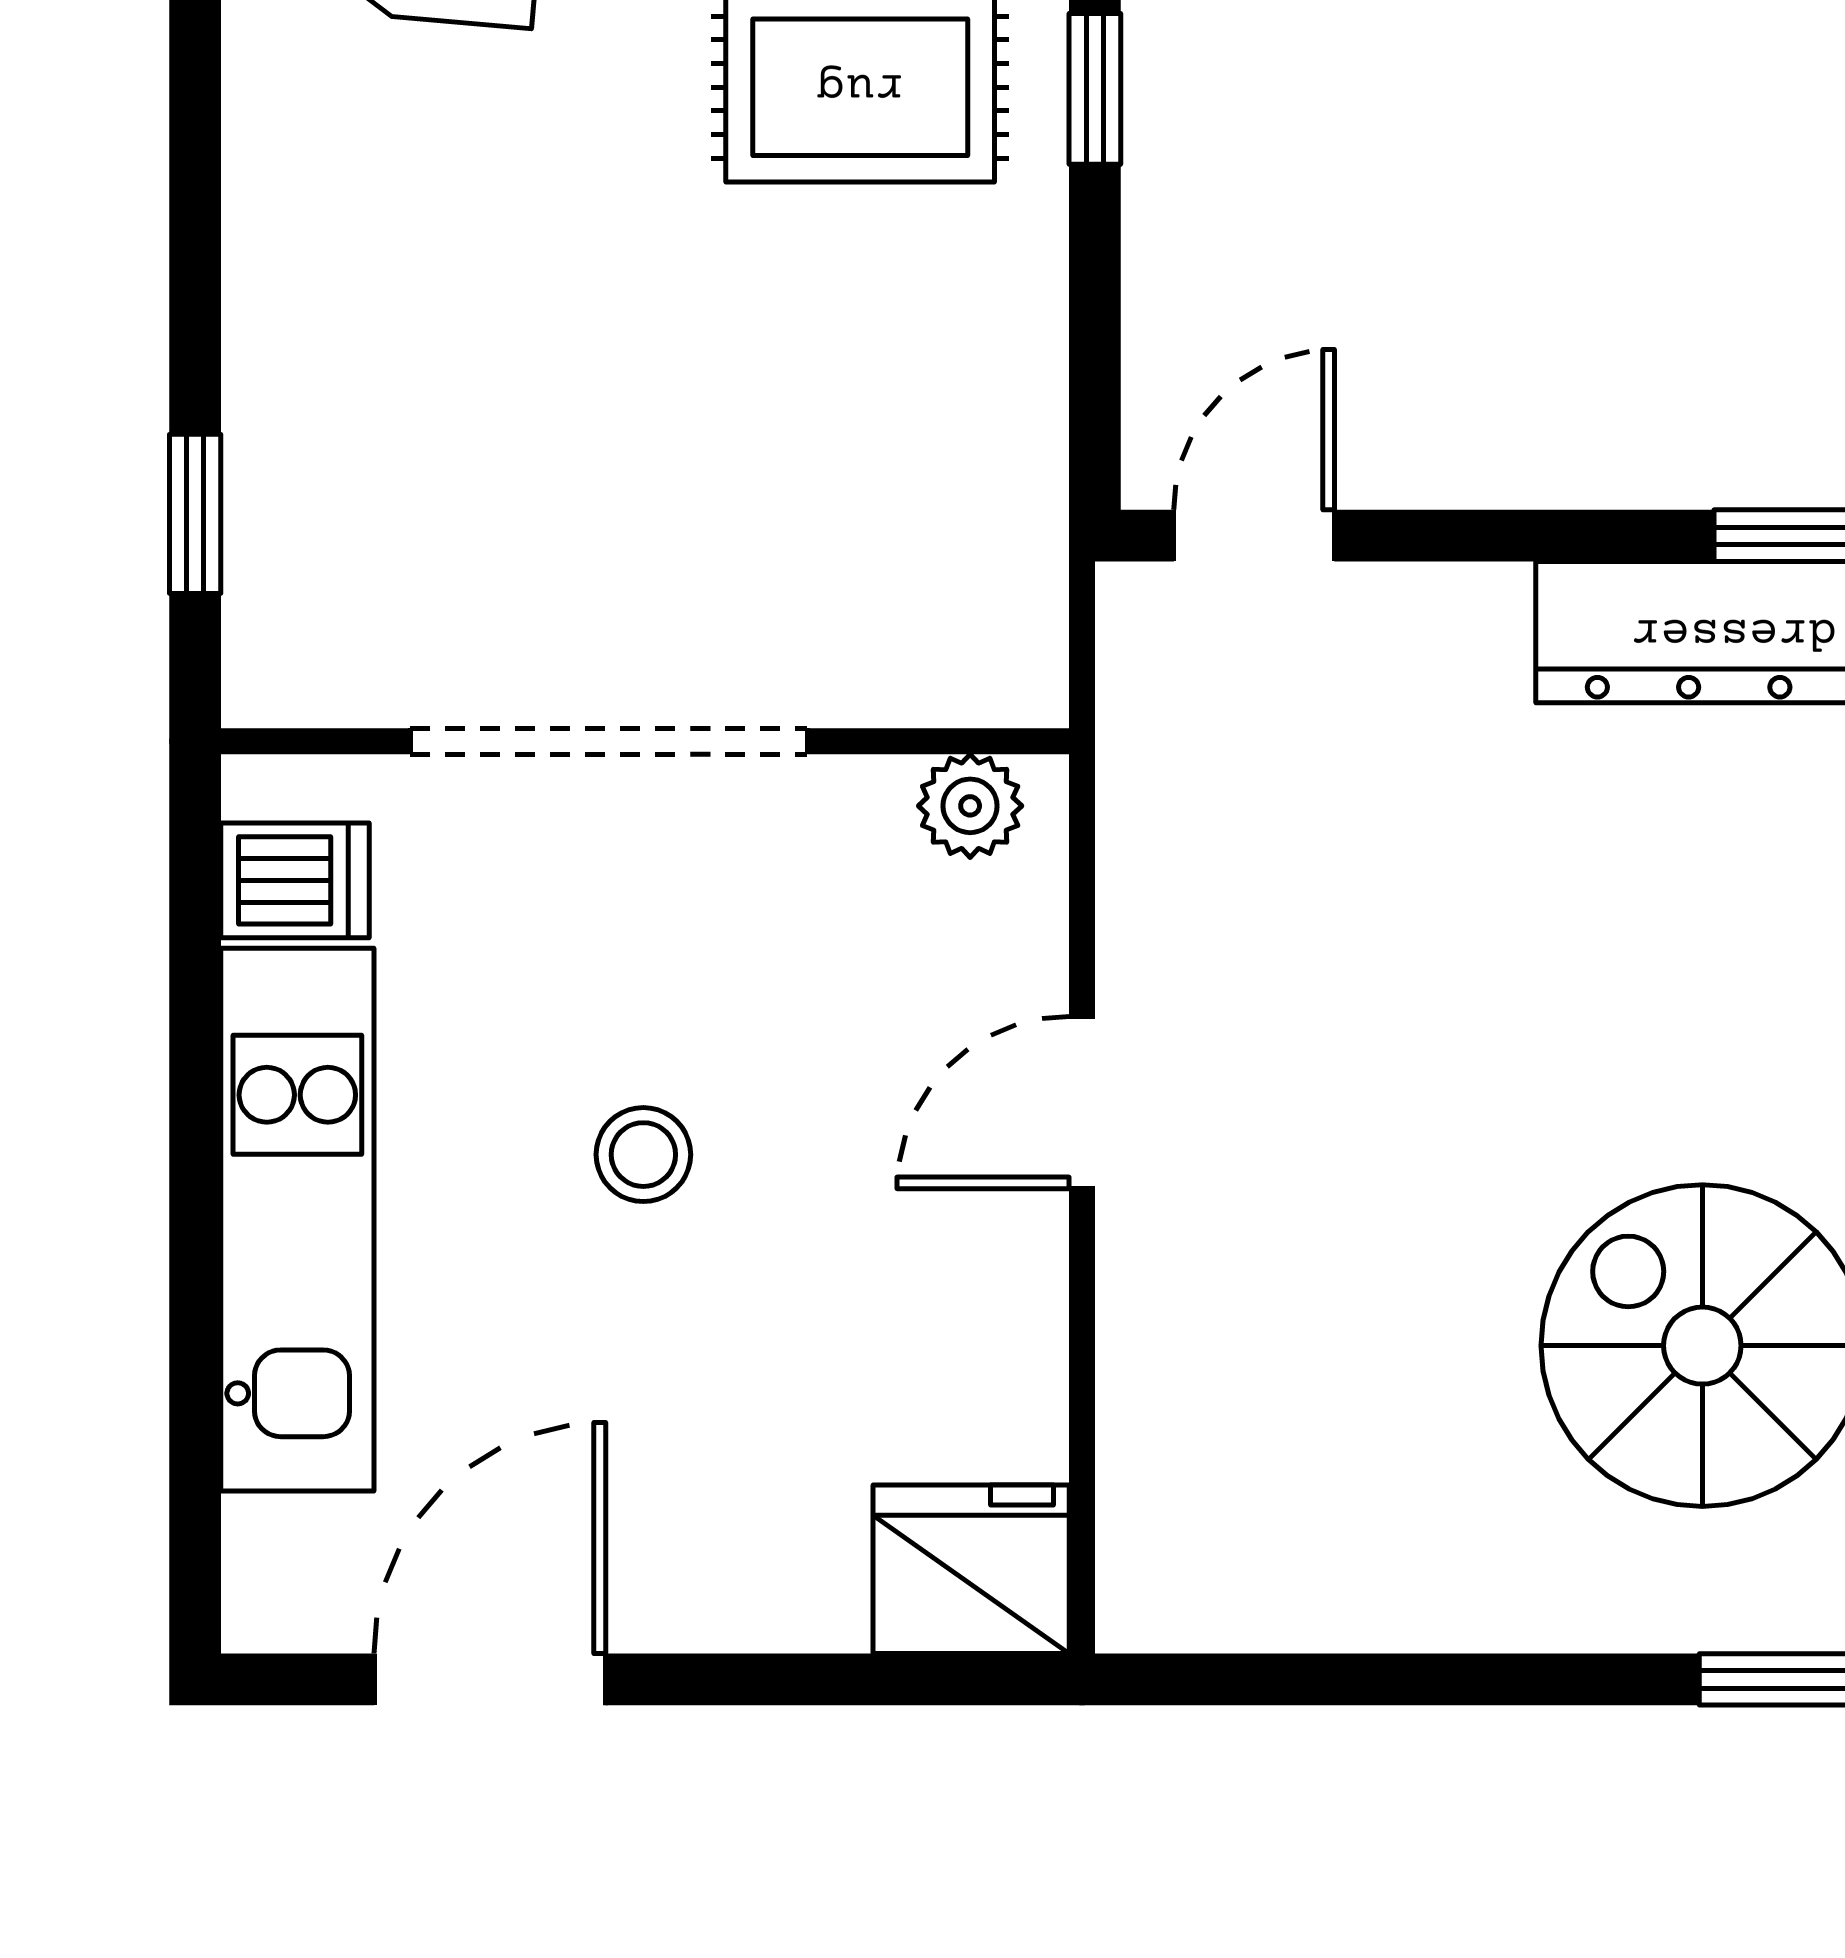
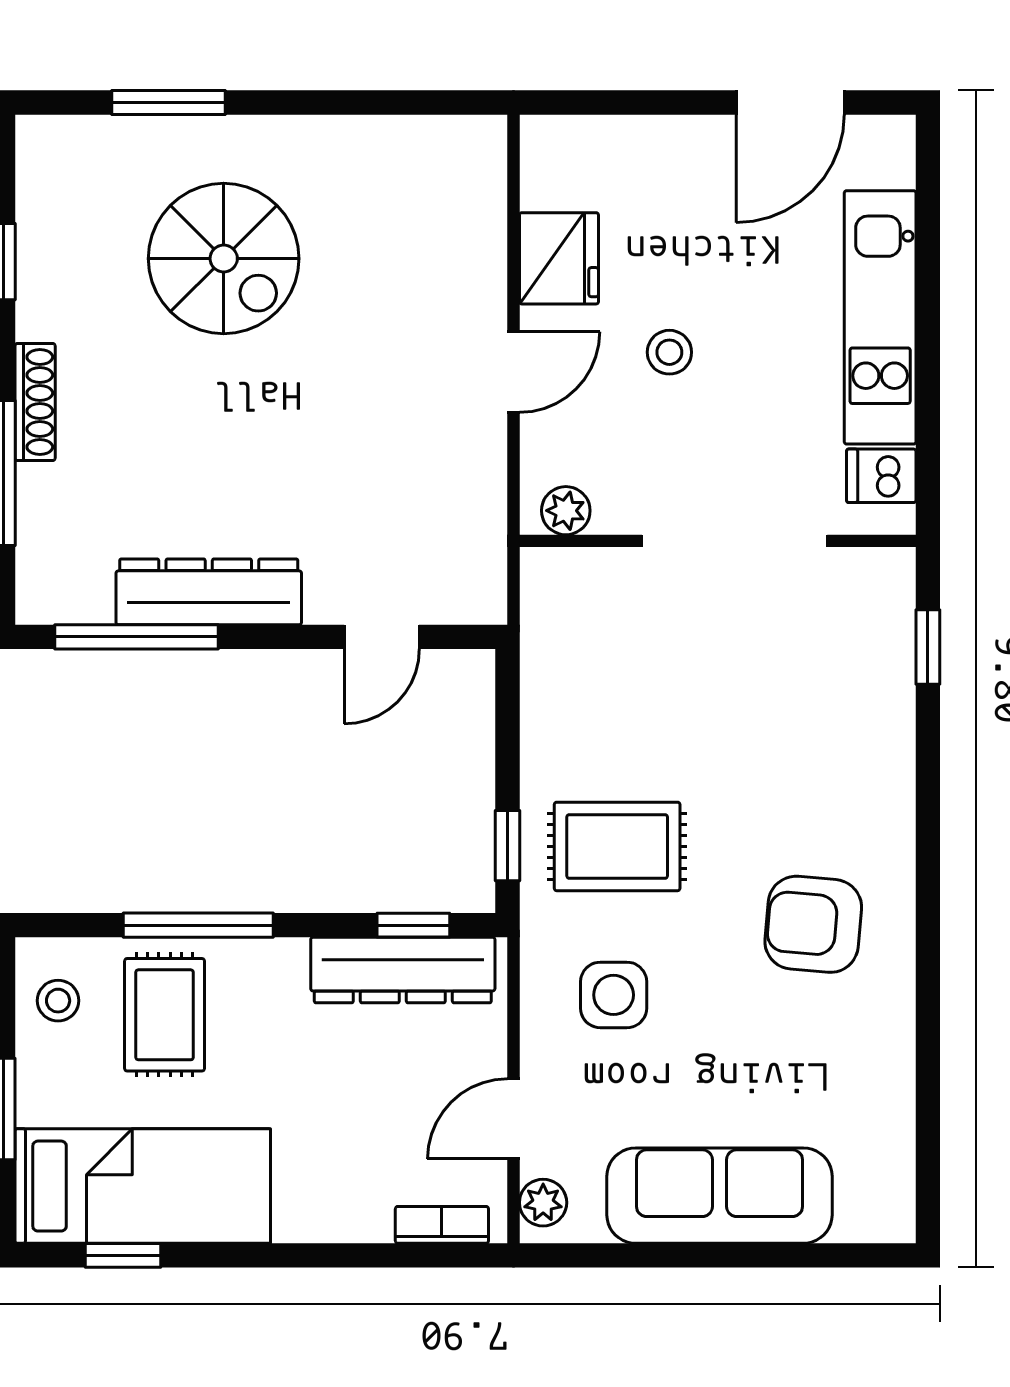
door: (1254, 536) -> (382, 637), moved
stool: (643, 1155) -> (669, 352), moved
fridge: (971, 1569) -> (559, 258), moved, turned -90

